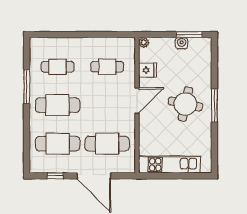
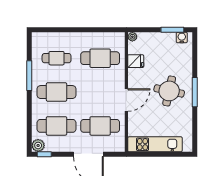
water cooler: (182, 43) -> (182, 38), moved
cafe table: (107, 67) -> (100, 58), width x1.37, depth x1.35
door: (137, 101) -> (126, 100), moved
plant: (37, 166) -> (38, 145), added
window: (55, 176) -> (44, 154), moved

